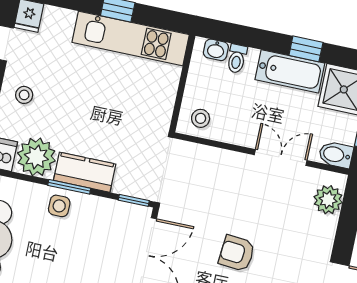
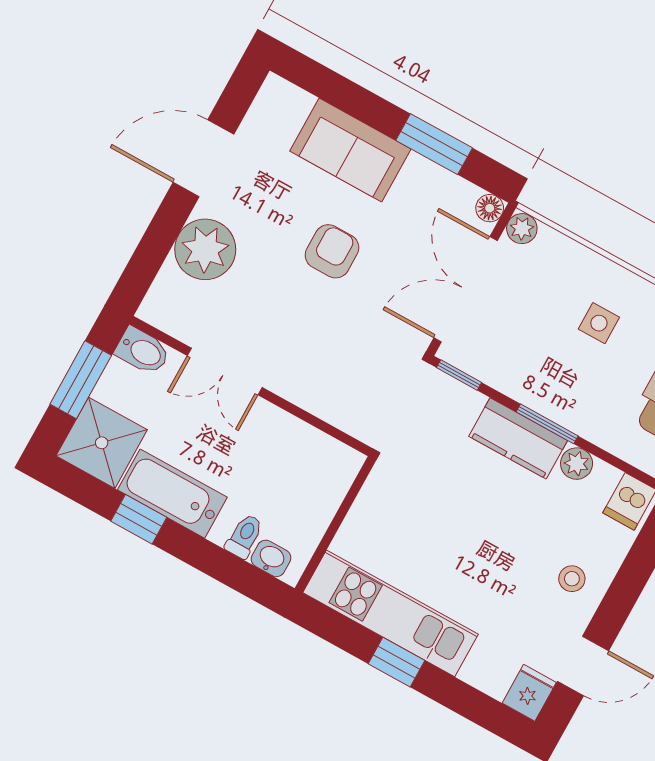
stool: (201, 118) -> (324, 465), removed
plant: (36, 157) -> (577, 464), width x0.53, depth x0.53
plant: (328, 200) -> (205, 249), moved, width x1.36, depth x1.36
side table: (59, 206) -> (599, 323), moved
armchair: (237, 253) -> (332, 251), turned -95

